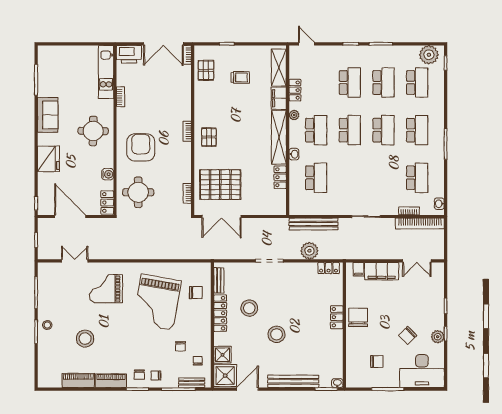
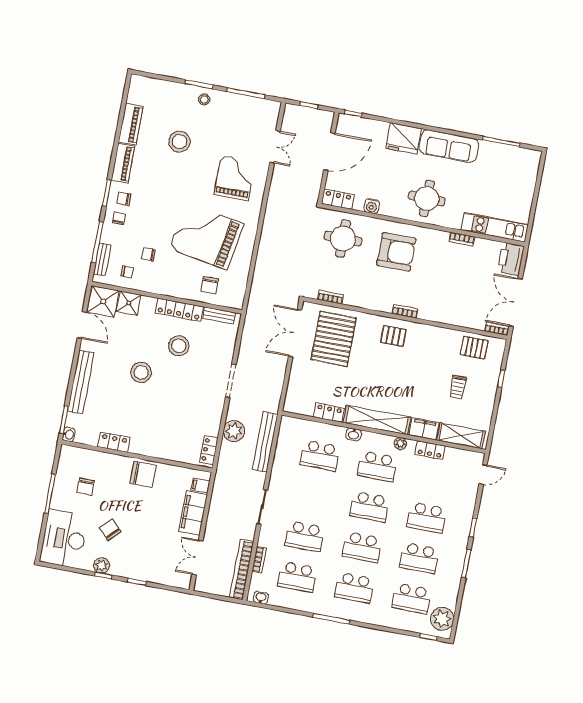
sofa: (48, 115) -> (449, 146), width x1.36
school desk: (383, 178) -> (305, 536), added
locker: (337, 317) -> (114, 442), moved

